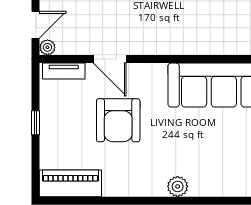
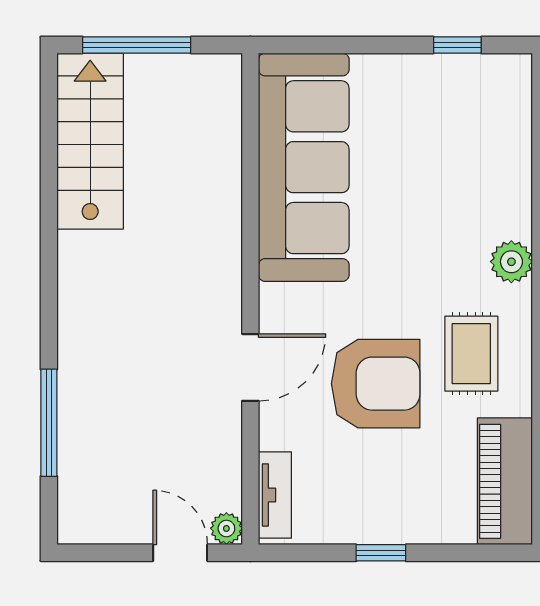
door: (110, 59) -> (250, 367), moved
rug: (133, 167) -> (471, 354), added

